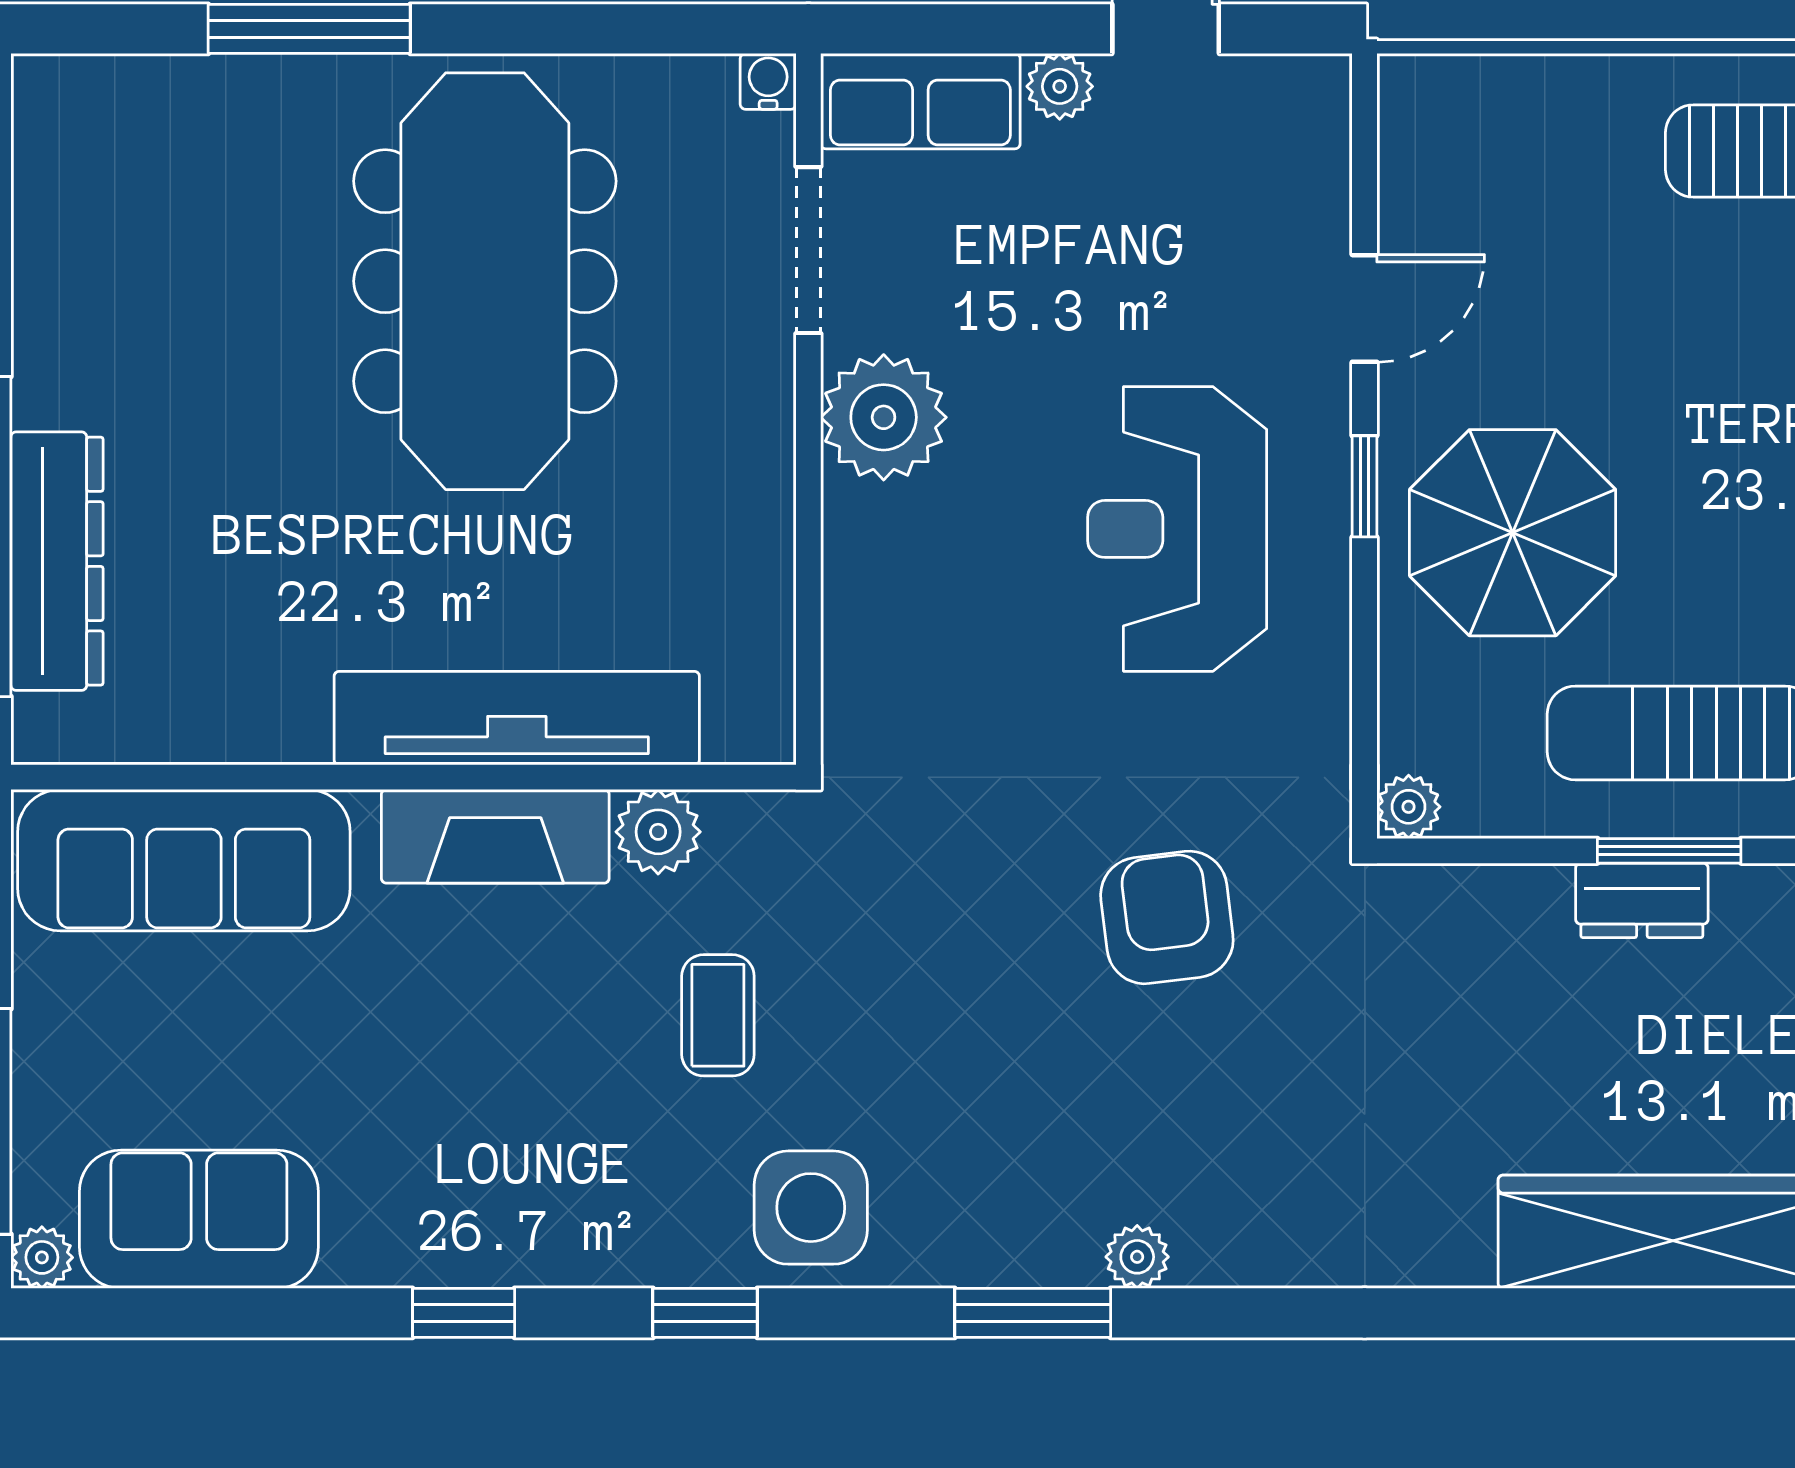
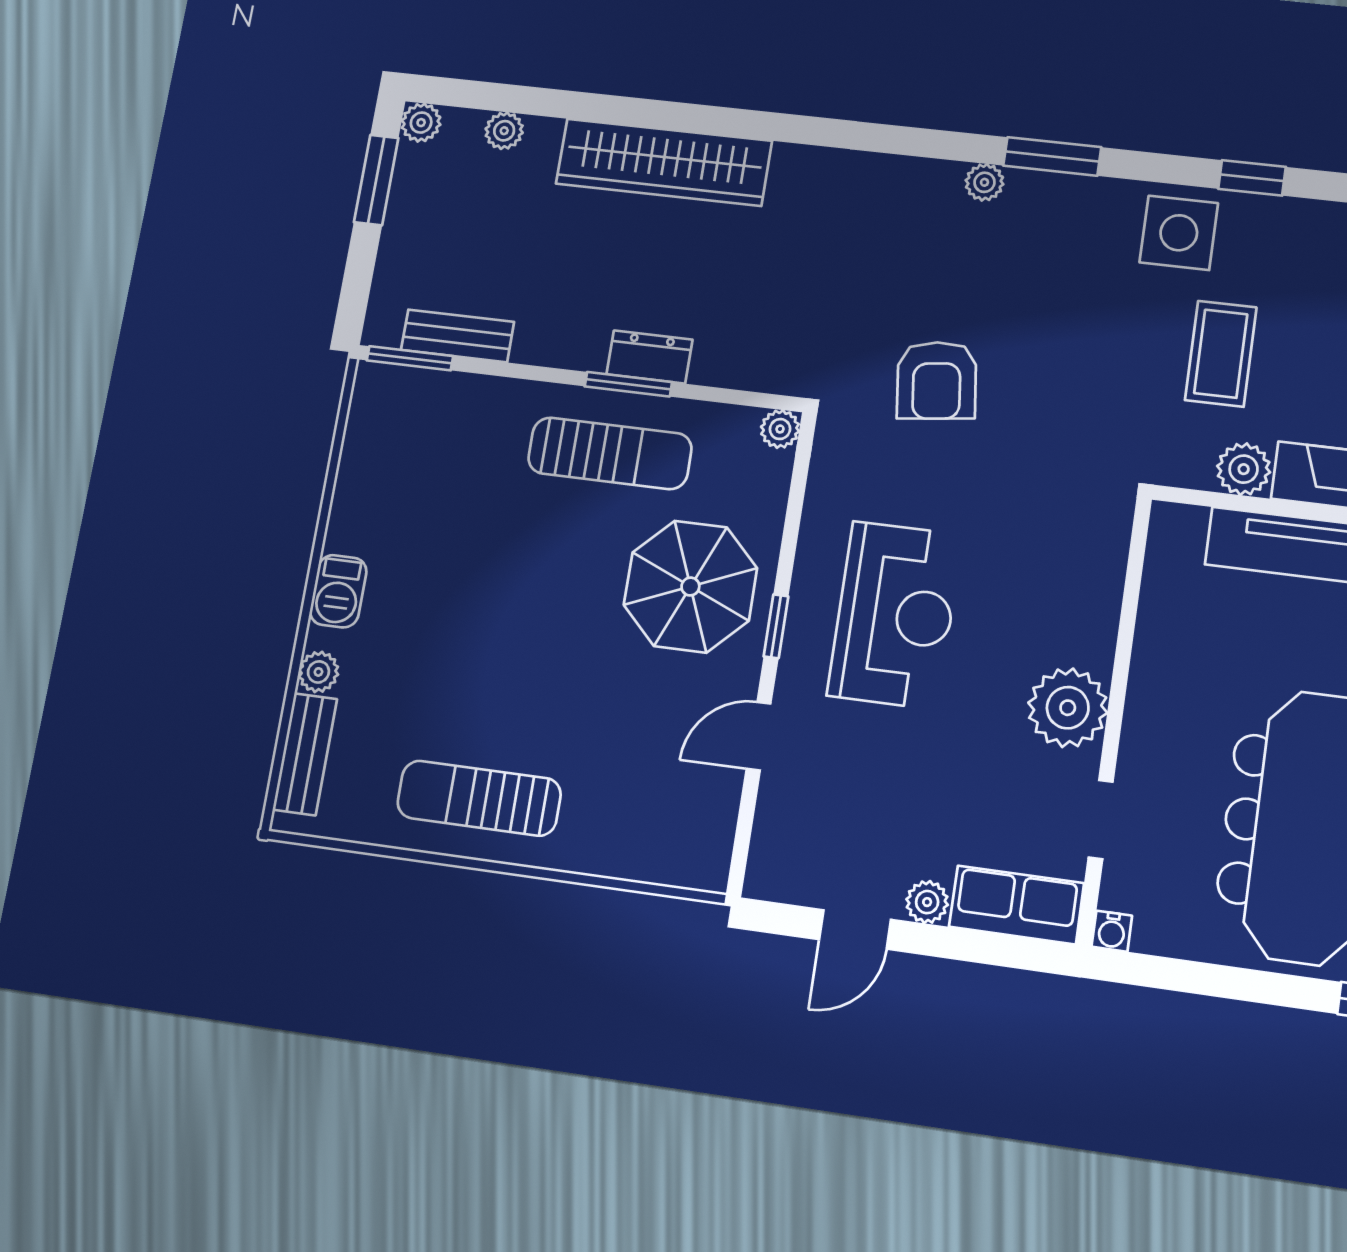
doorway: (808, 250) -> (1101, 820), width x0.73
coffee table: (718, 1015) -> (1221, 354), width x1.36, depth x1.30

